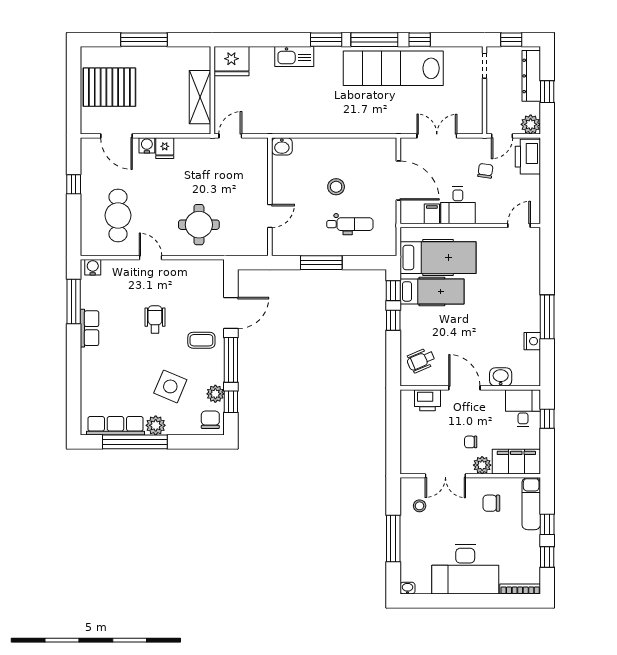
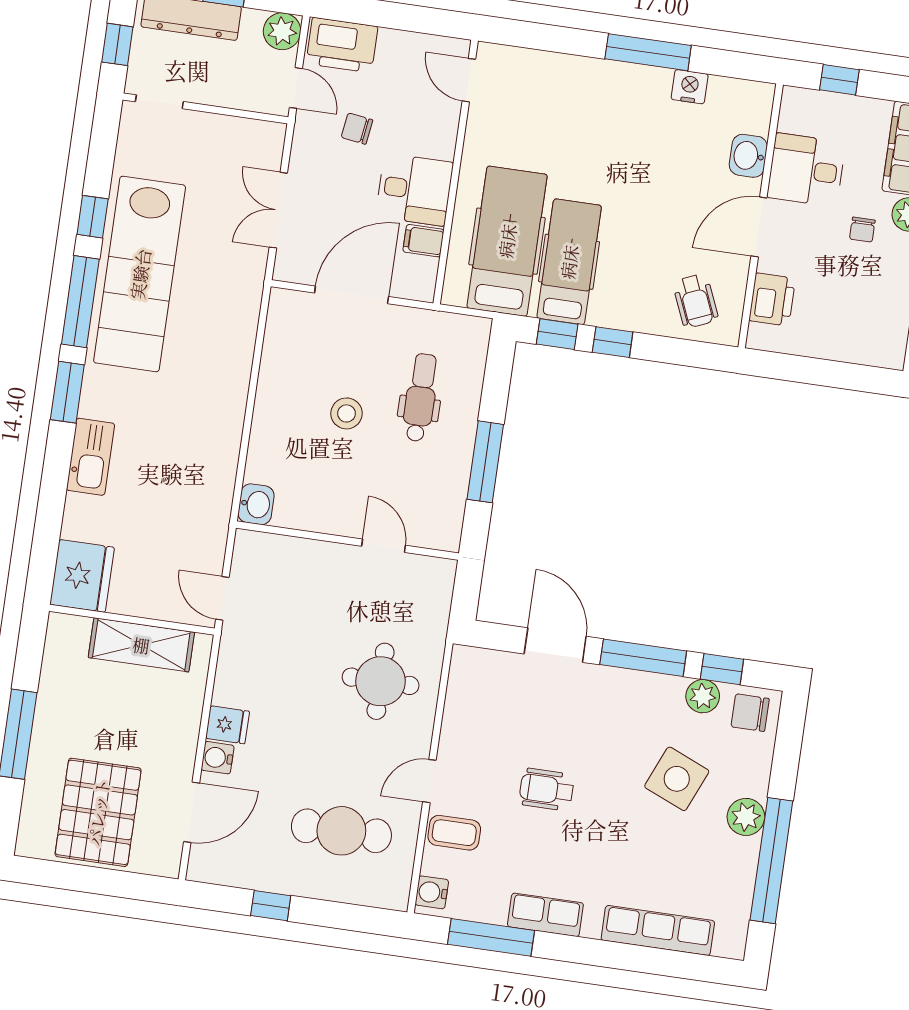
coffee table: (201, 340) -> (454, 833), moved, turned 90
desk: (523, 408) -> (806, 170), moved
row of seats: (115, 426) -> (658, 930), moved, turned 90

